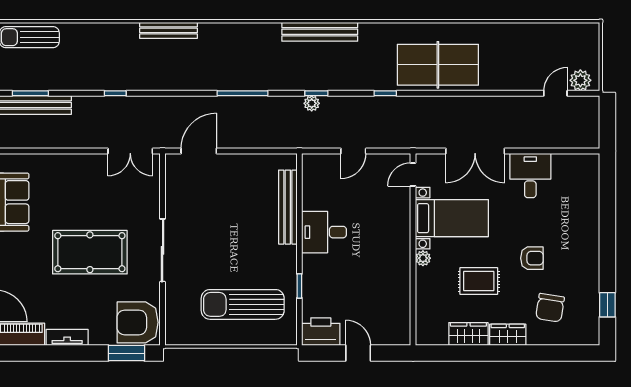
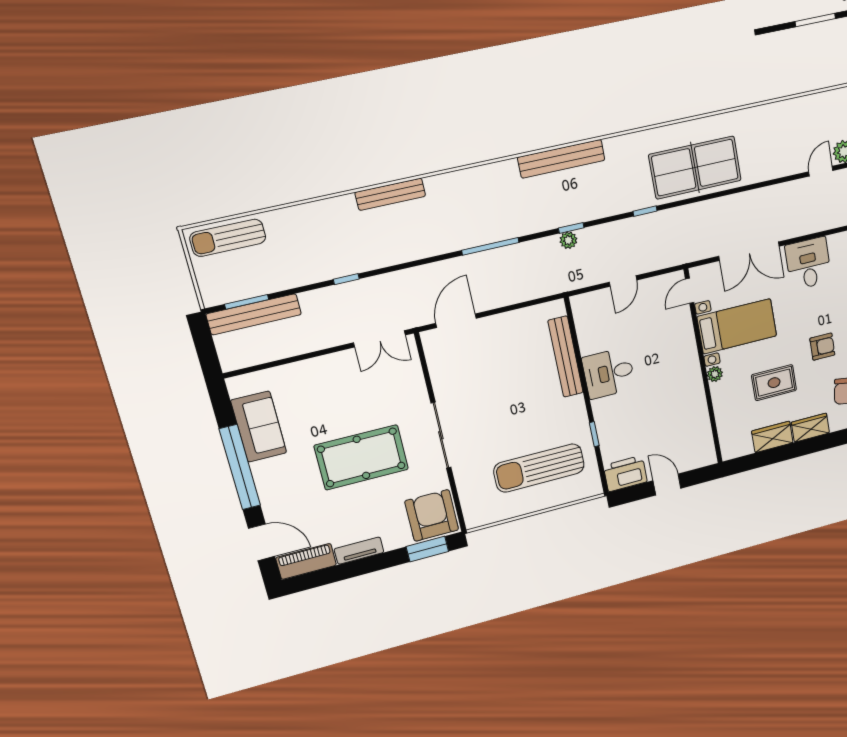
armchair: (138, 322) -> (432, 515), turned 90

